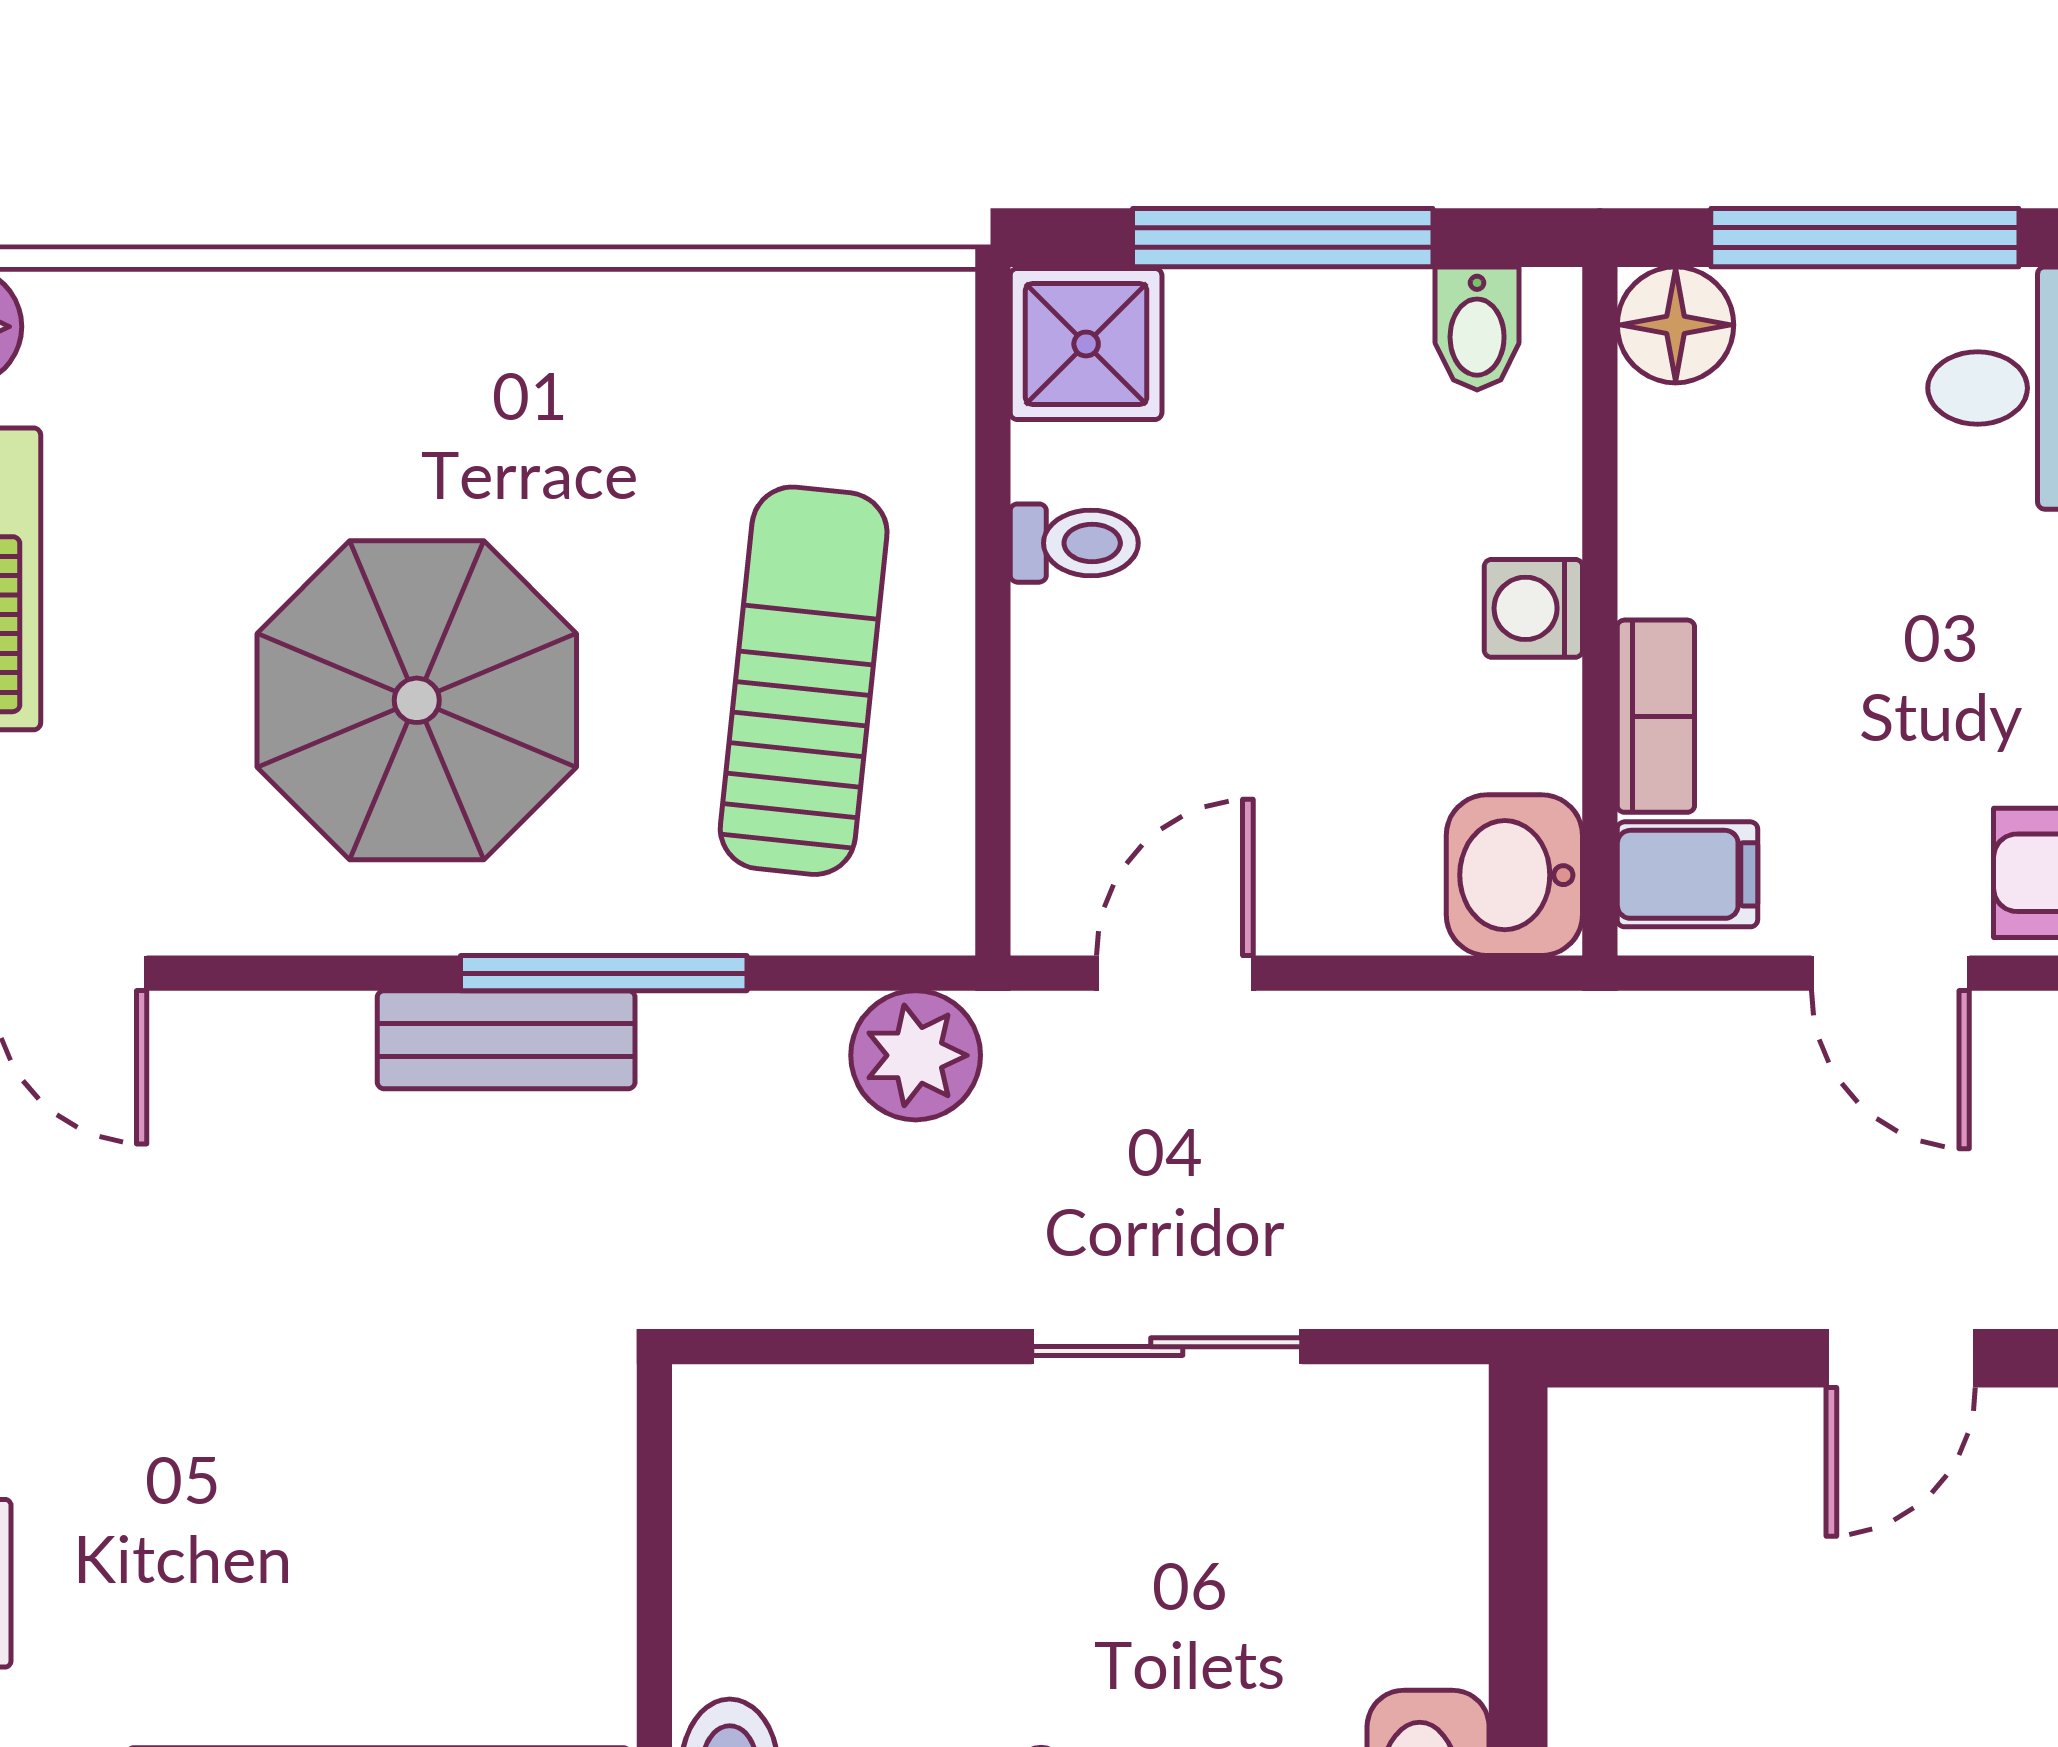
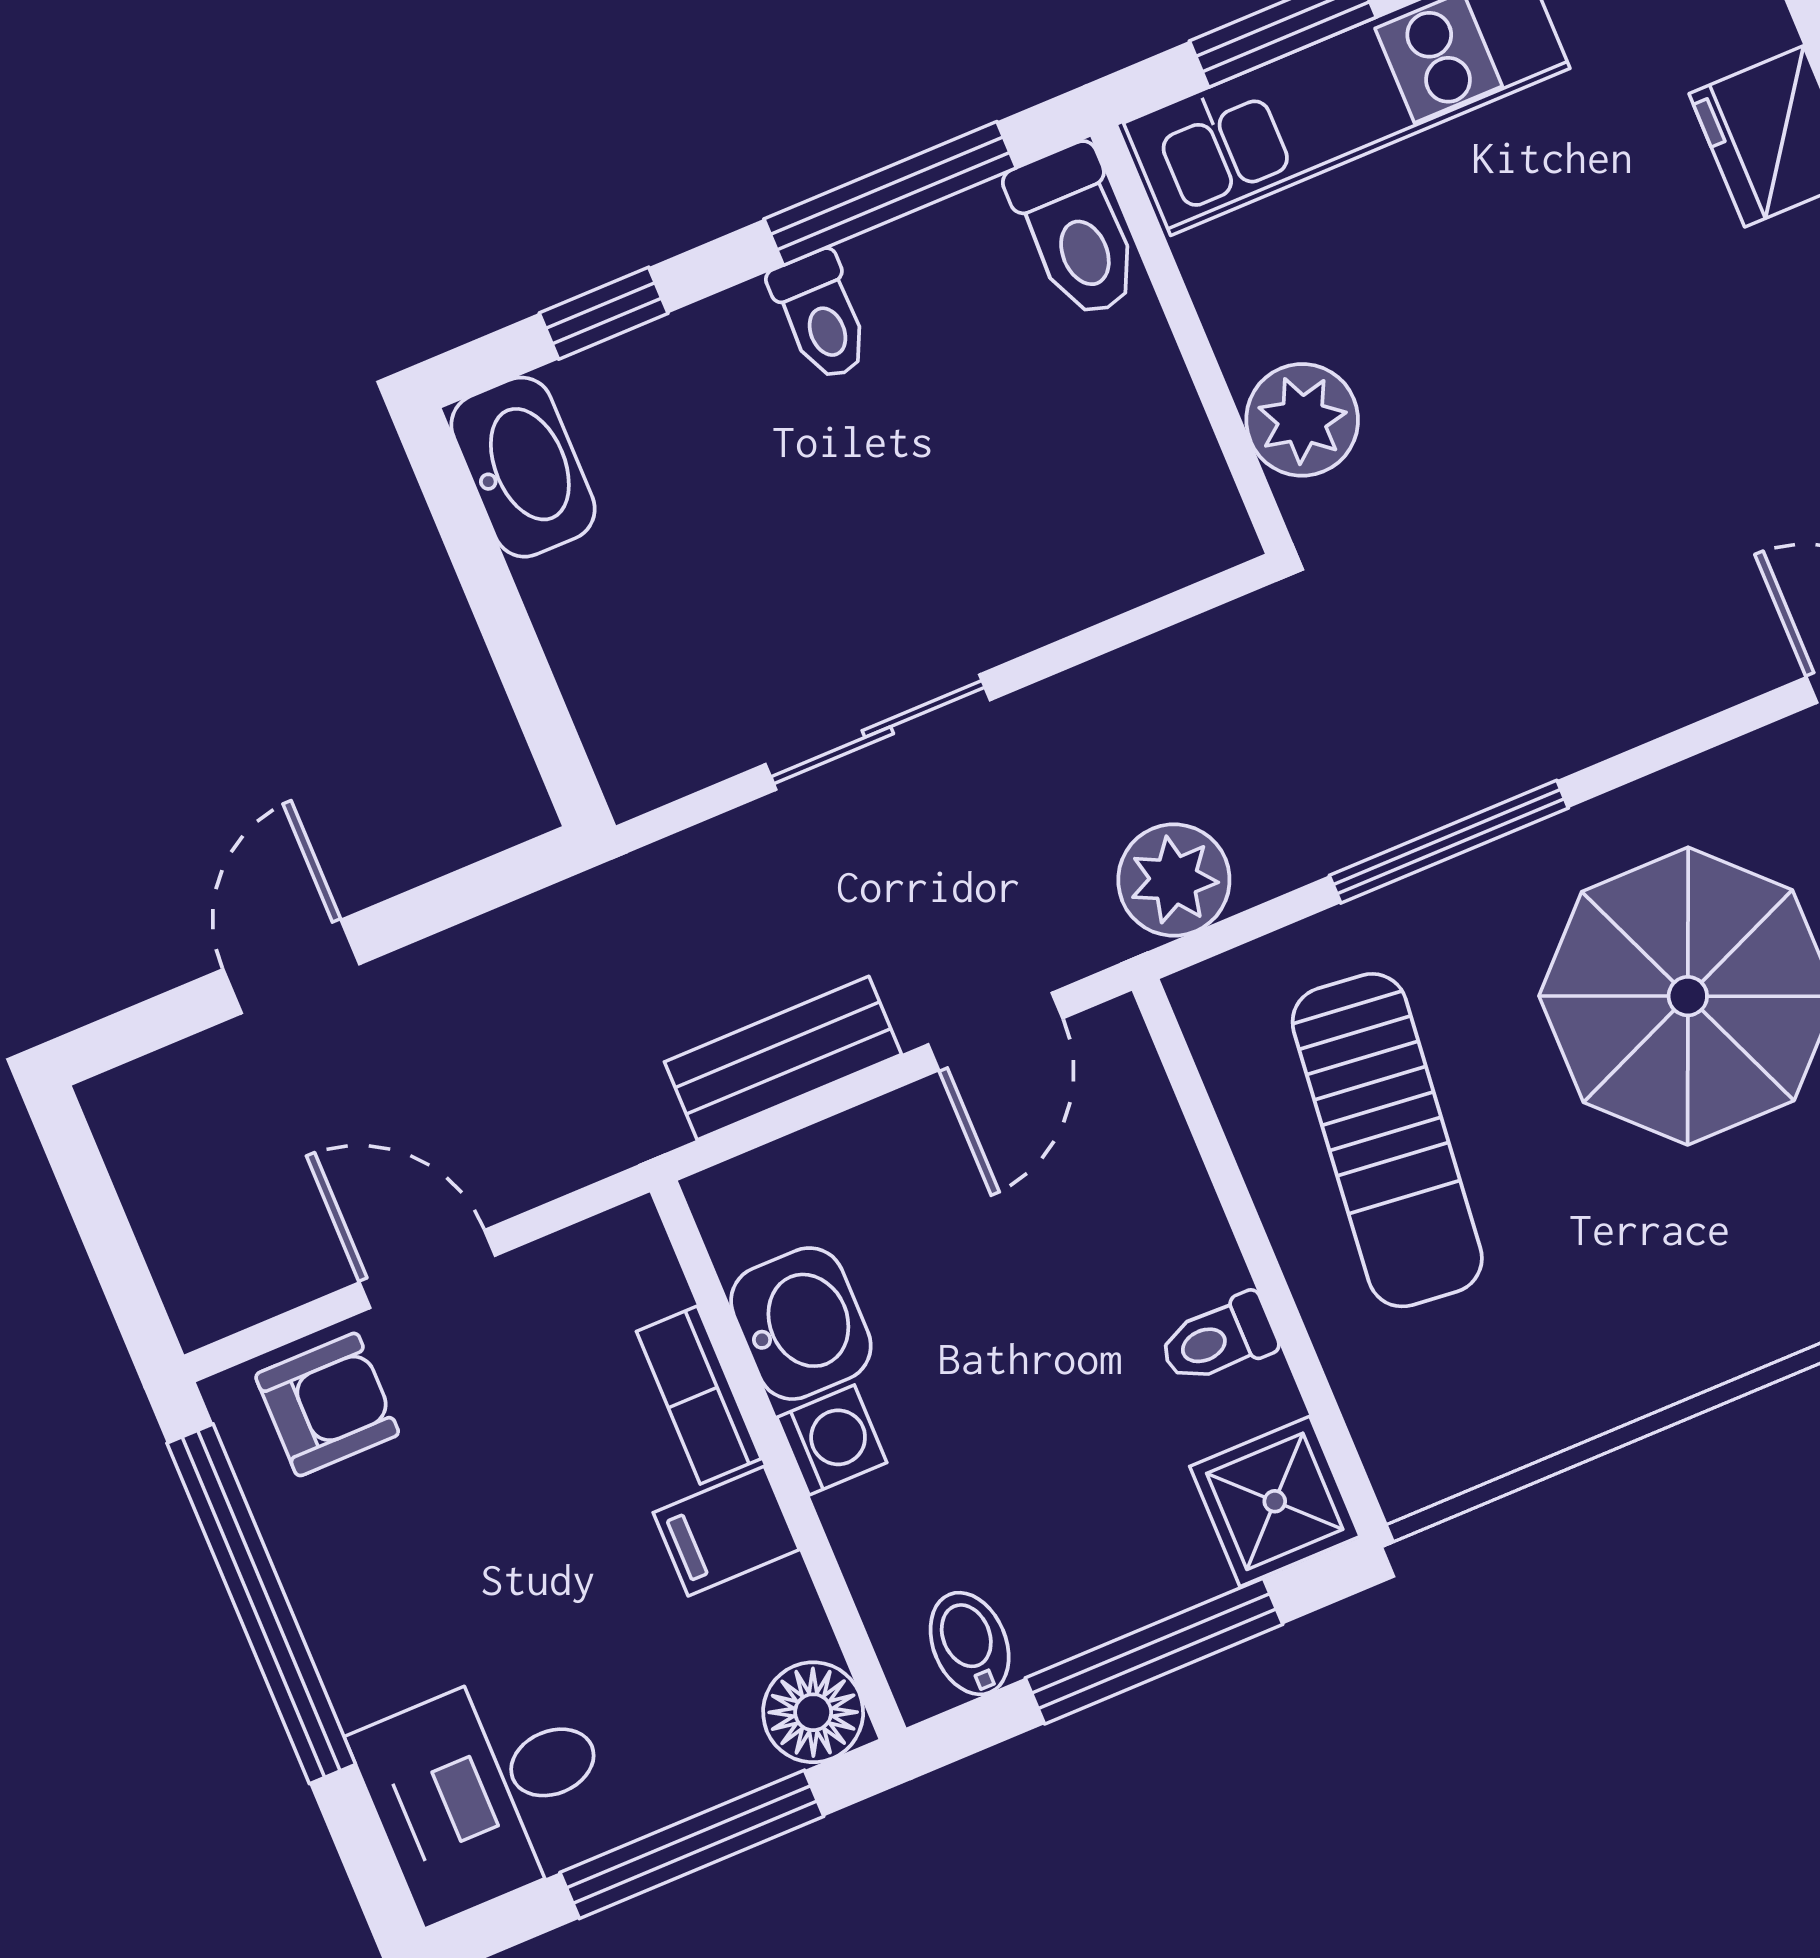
filing cabinet: (1687, 874) -> (726, 1531), moved
washbasin: (1514, 875) -> (801, 1324), moved
bench: (506, 1040) -> (783, 1058), moved
plant: (572, 1491) -> (1302, 420), added

